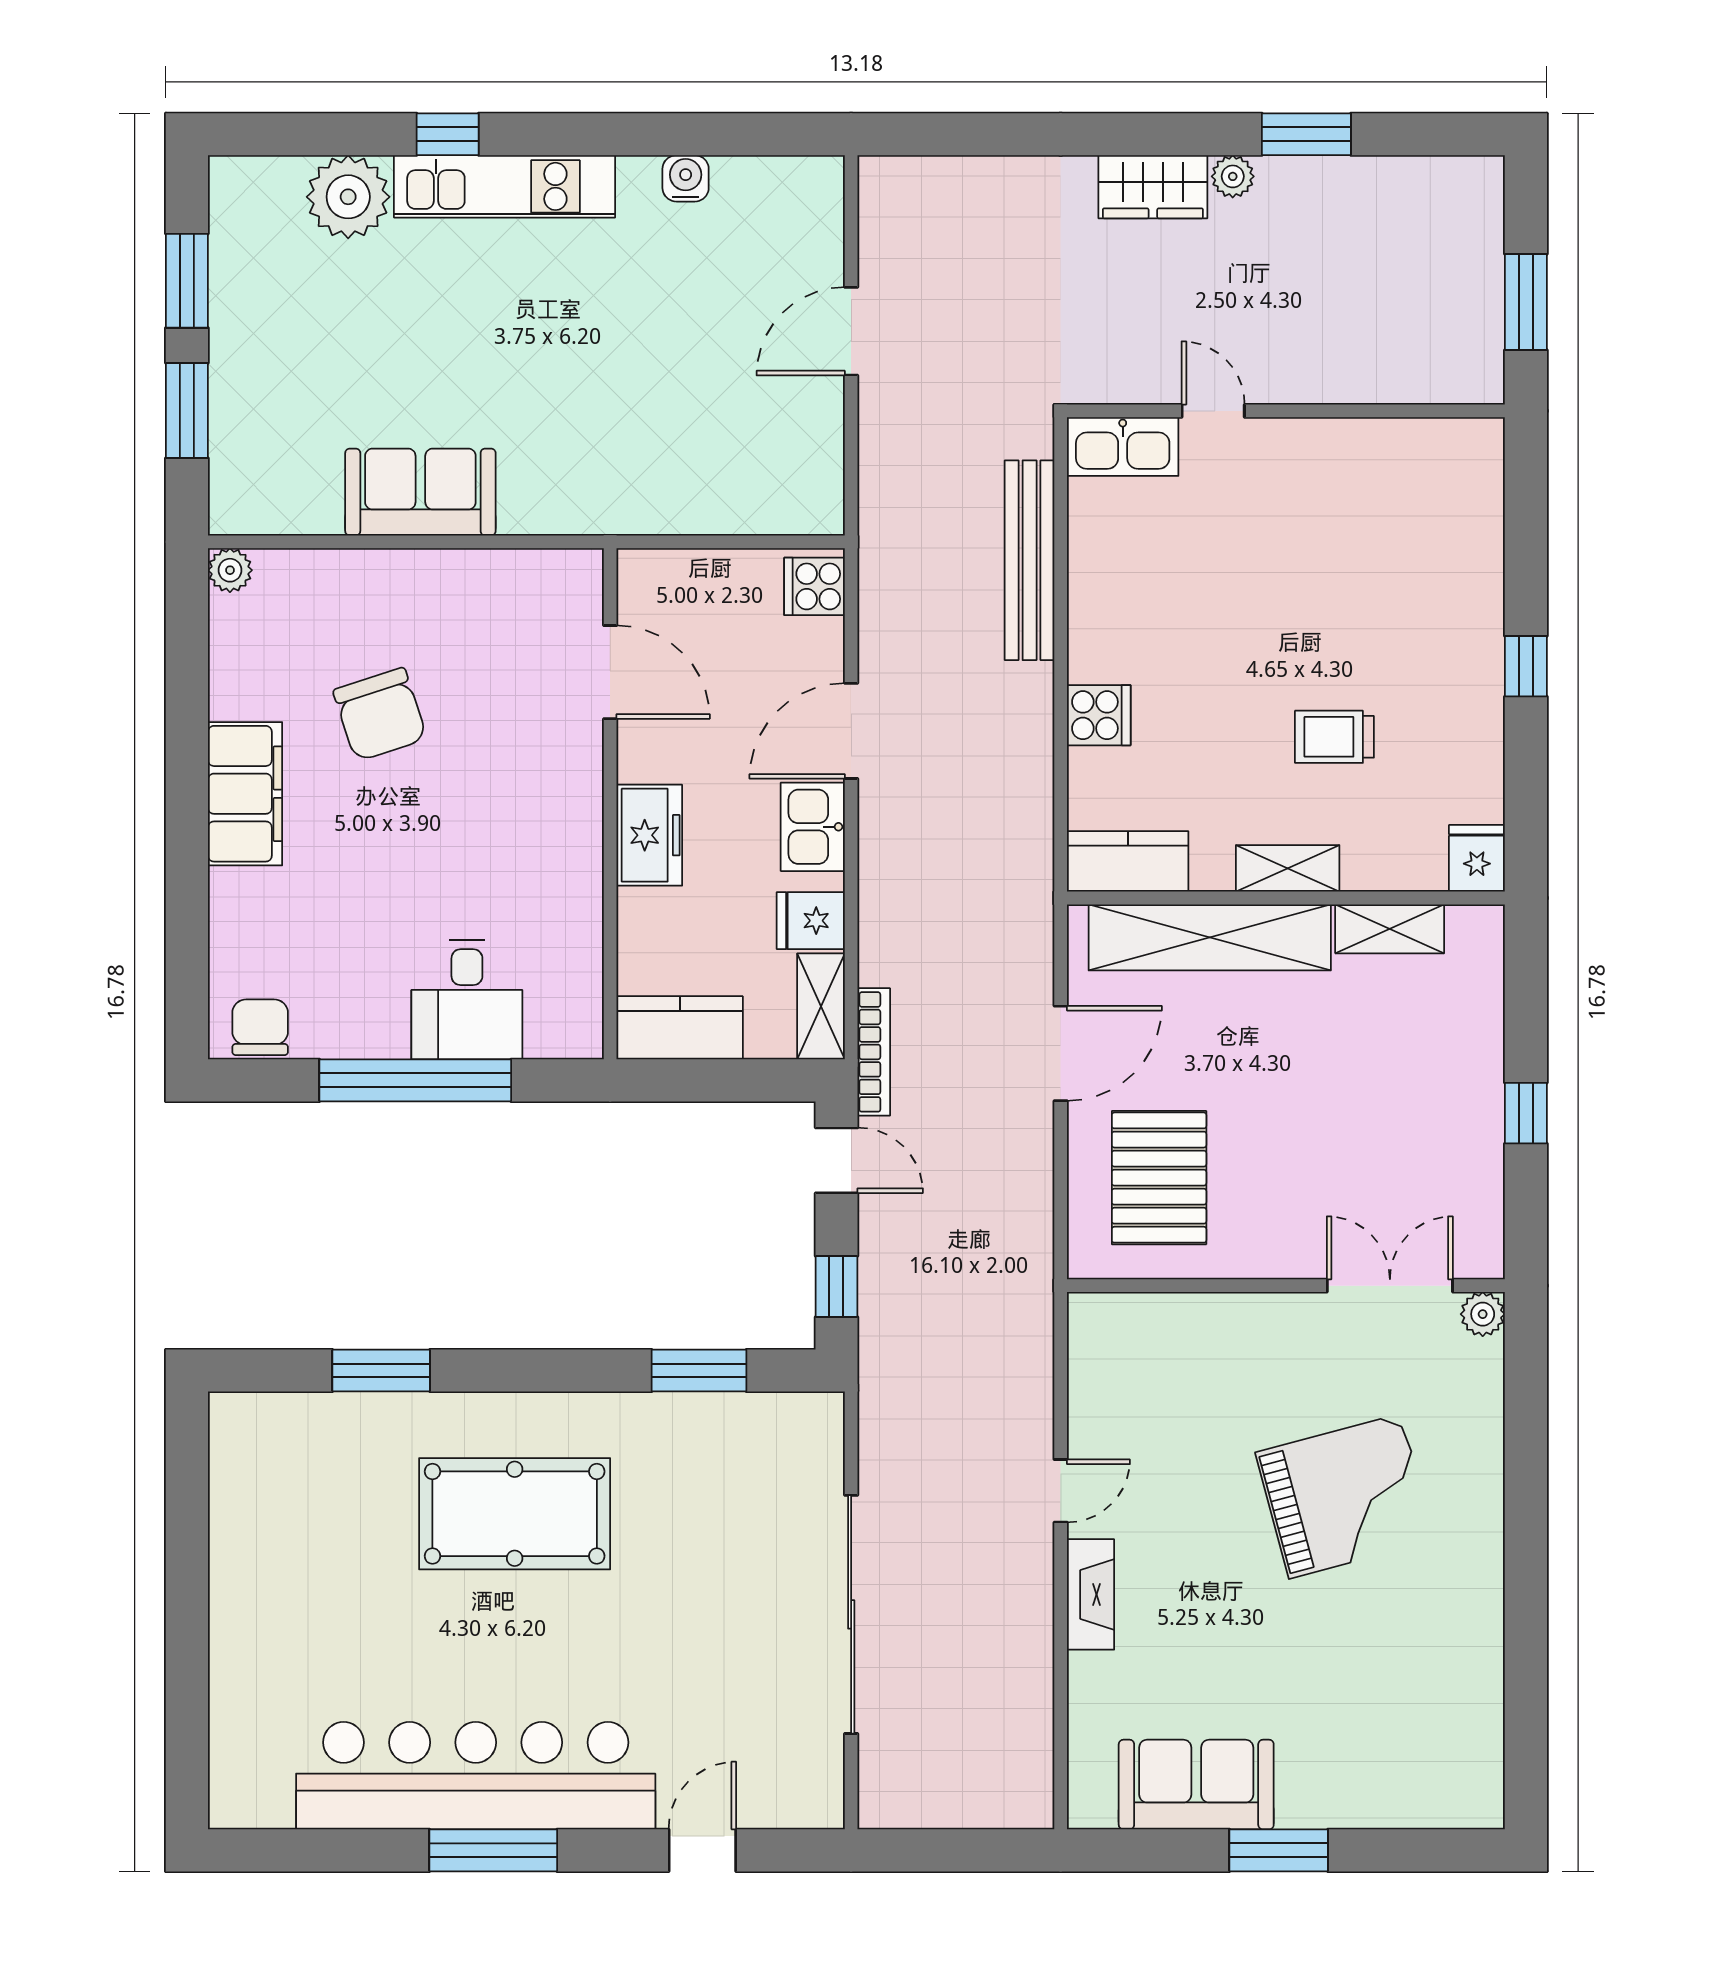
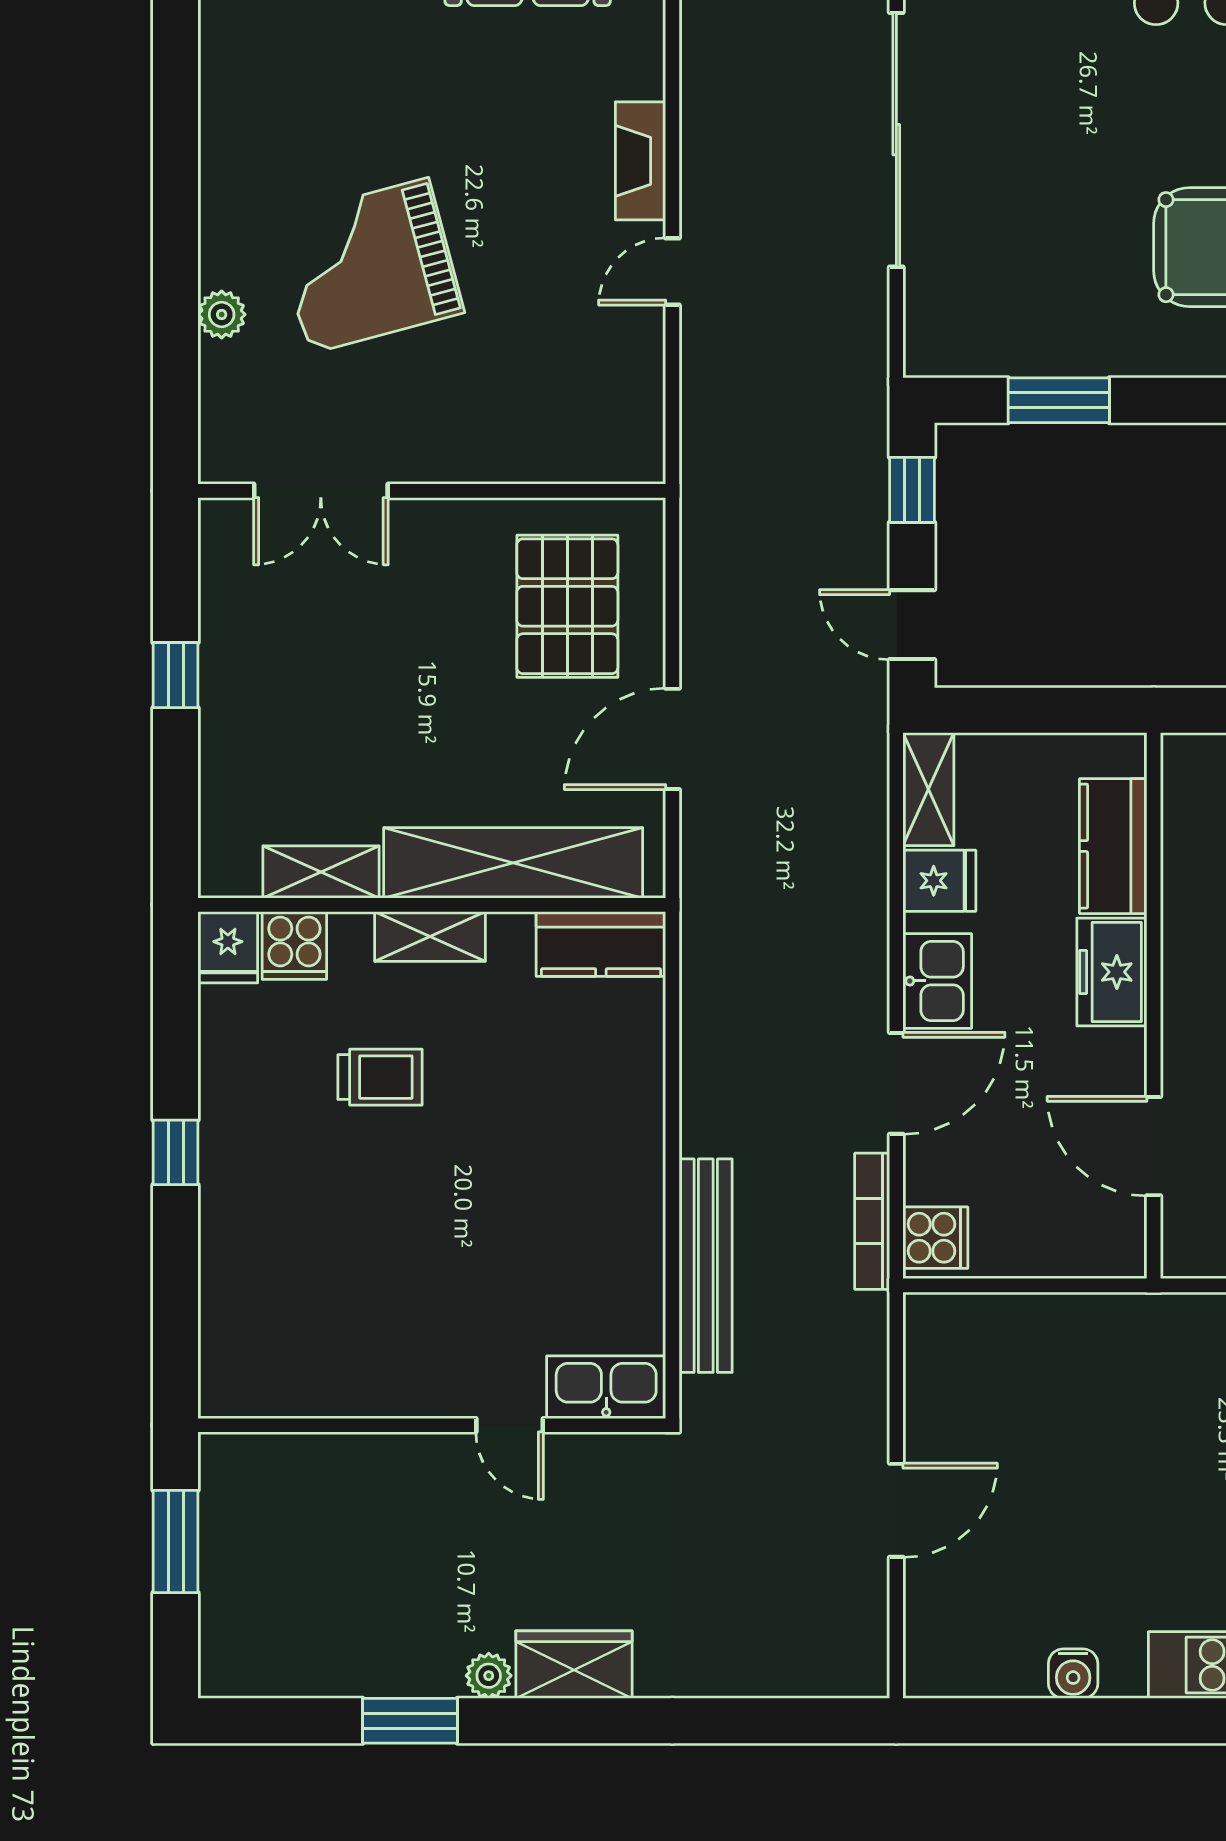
cooker: (1099, 715) -> (294, 946), moved, turned -90
kitchen counter: (680, 1028) -> (1113, 846), moved, turned 90
bookcase: (874, 1052) -> (872, 1221), moved
plant: (1483, 1314) -> (222, 314), moved

